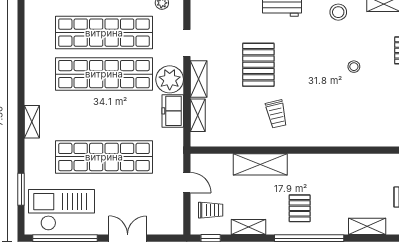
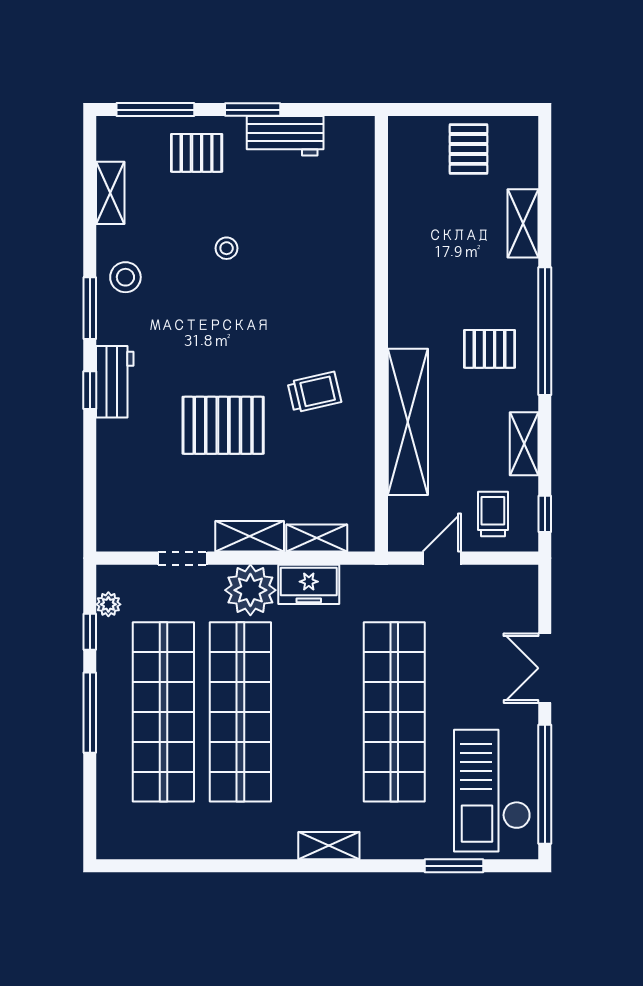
shelving: (260, 164) -> (408, 422), width x1.47

